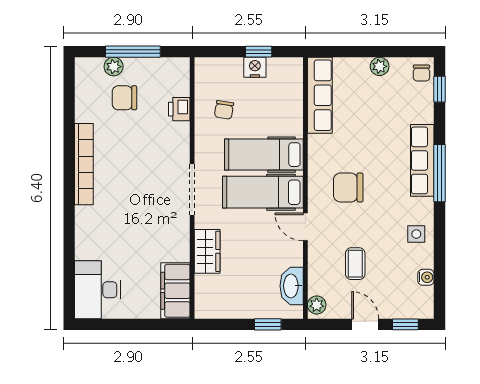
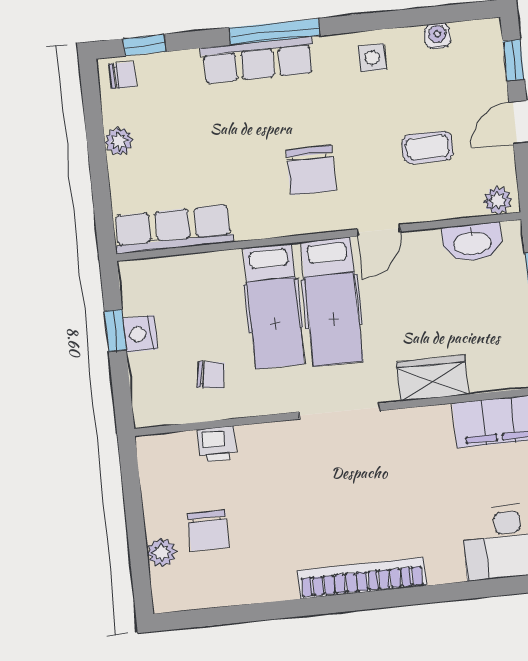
window: (133, 52) -> (135, 525), removed
bookcase: (84, 164) -> (362, 578), moved

